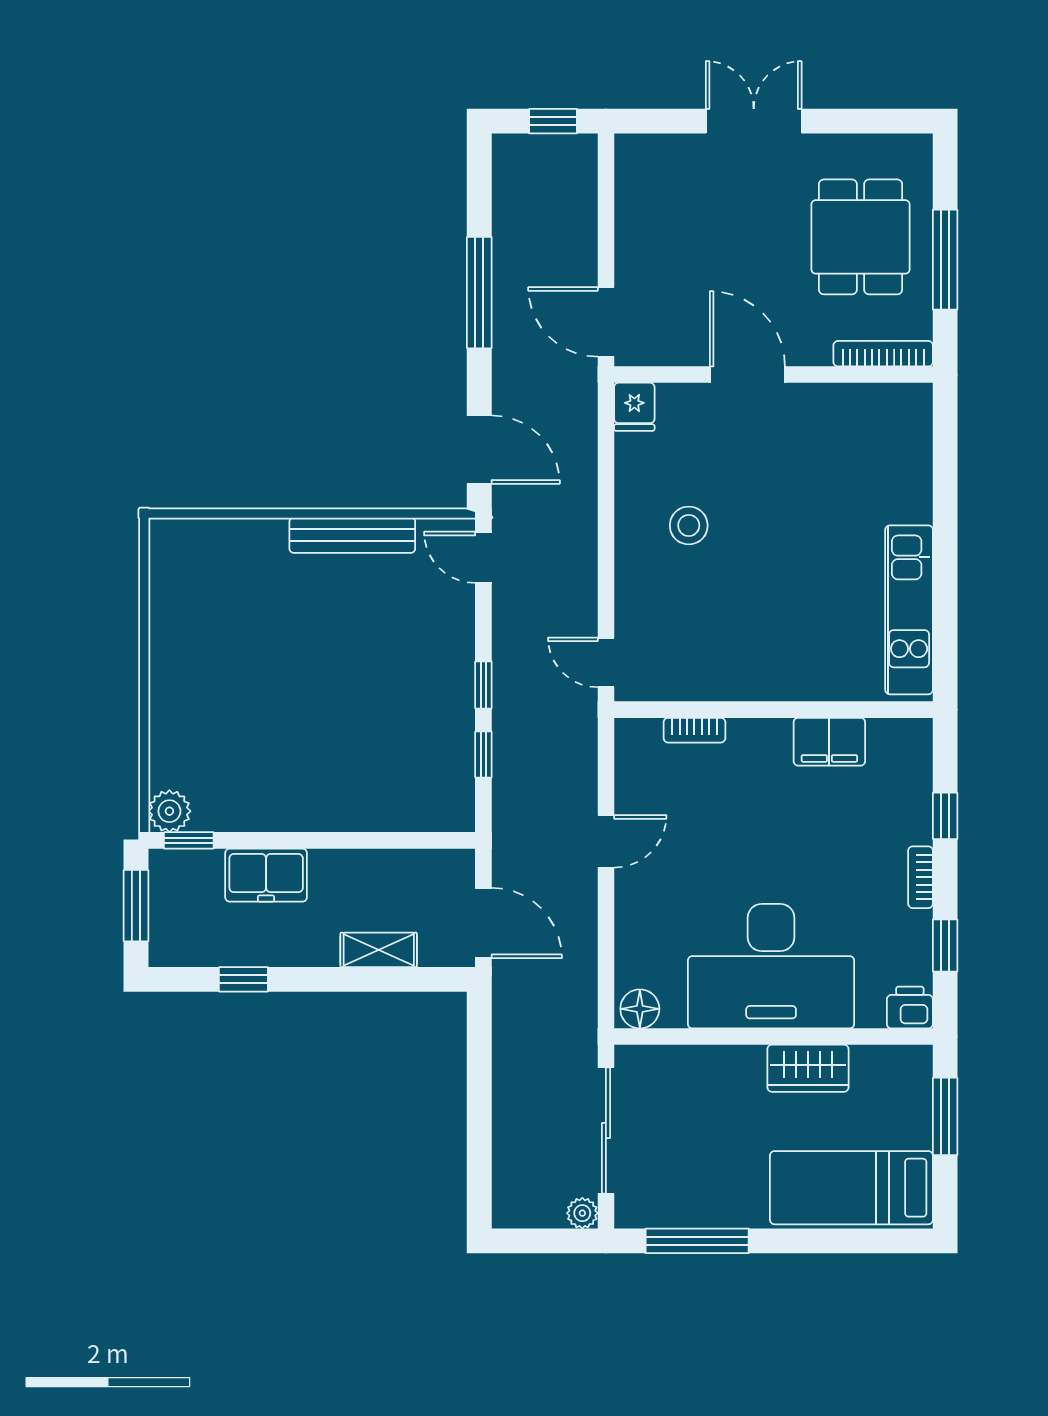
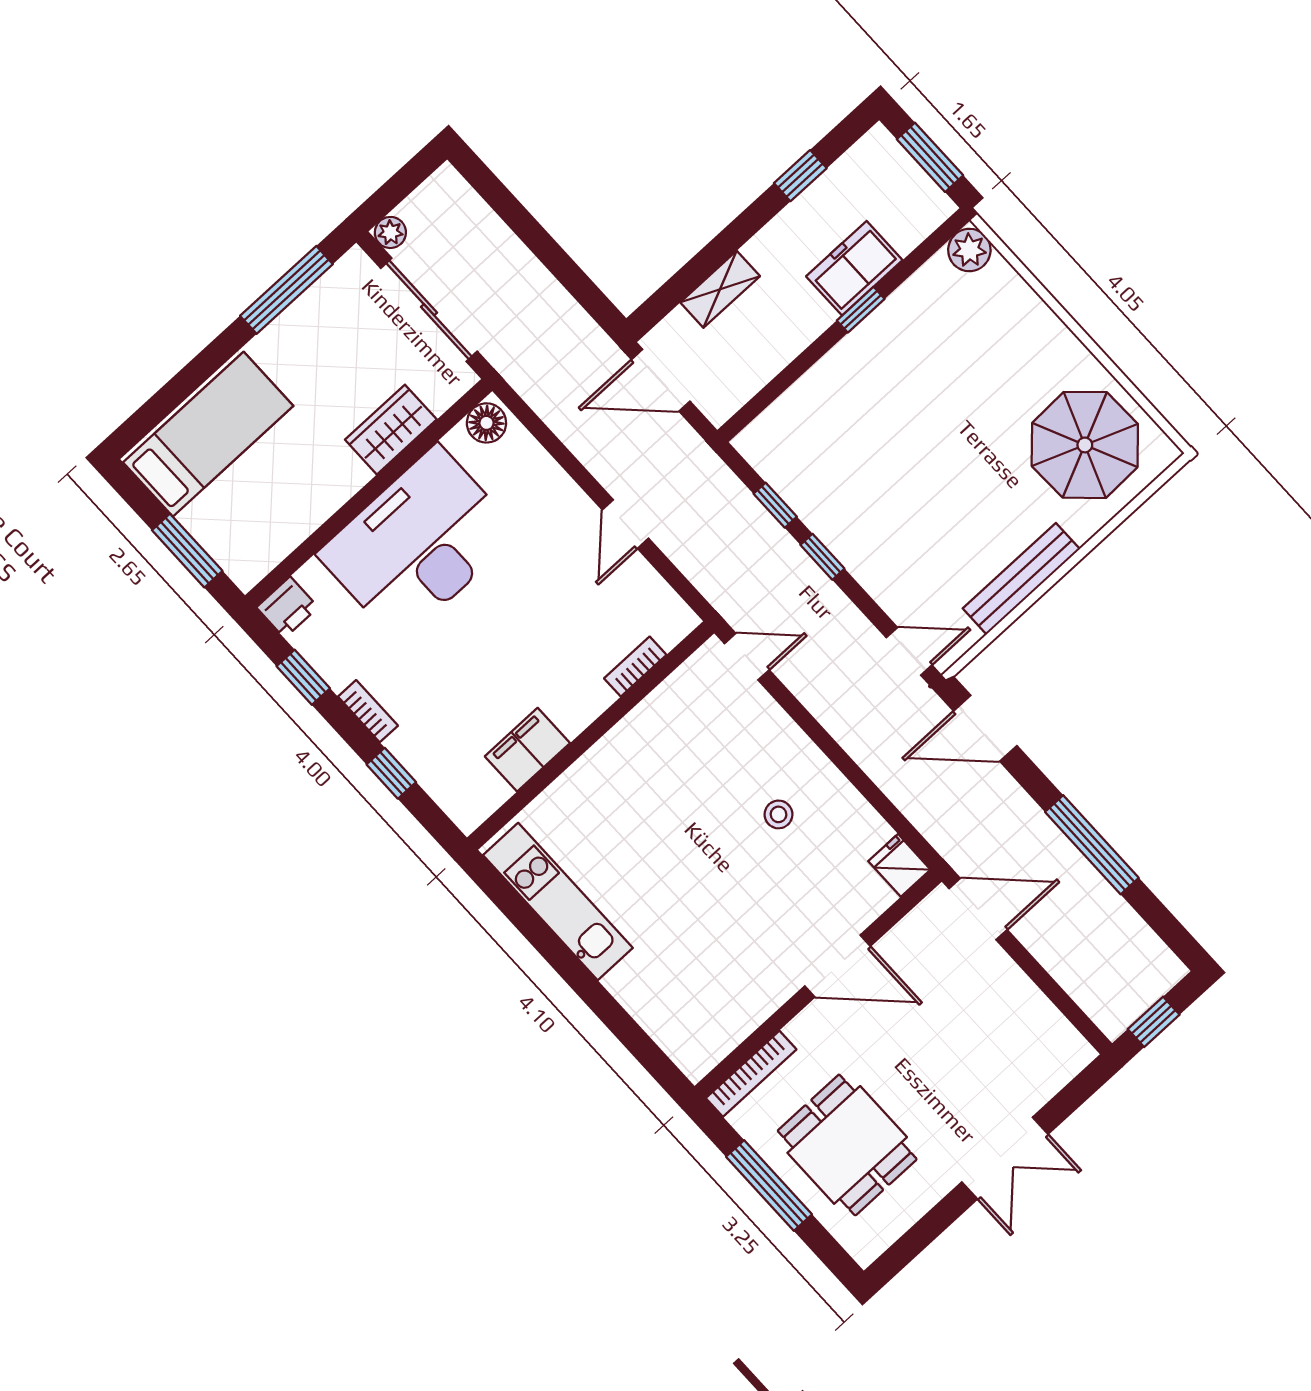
stool: (689, 525) -> (779, 814), width x0.73, depth x0.73
parasol: (216, 591) -> (1085, 445), added
window: (189, 840) -> (861, 310), moved
wardrobe: (808, 1068) -> (391, 430), moved

